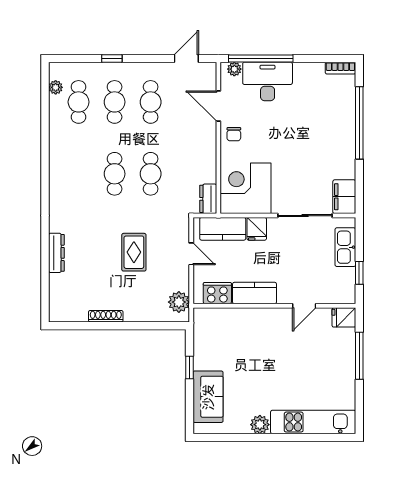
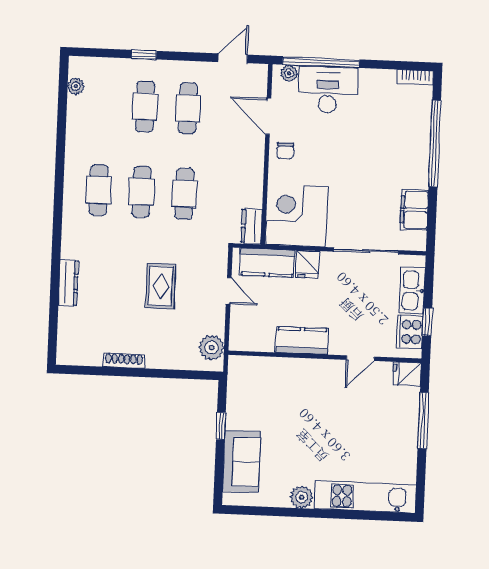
cafe table: (79, 102) -> (99, 190), moved
filing cabinet: (344, 197) -> (414, 210), moved
cooker: (217, 293) -> (410, 332), moved, turned -90

